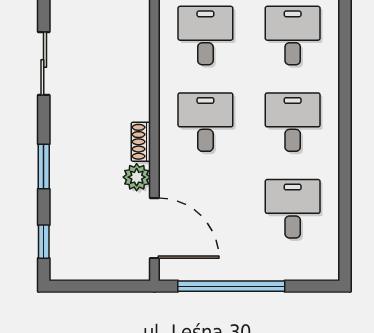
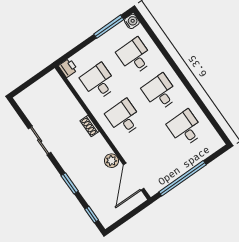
shoe rack: (141, 142) -> (90, 126), moved
door: (154, 228) -> (134, 177), swing flipped

